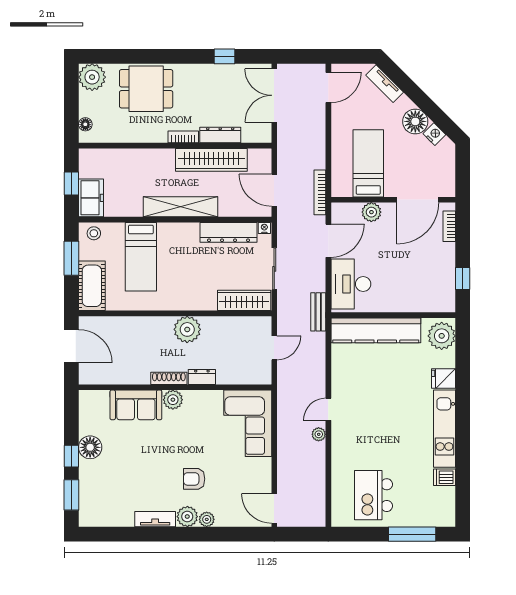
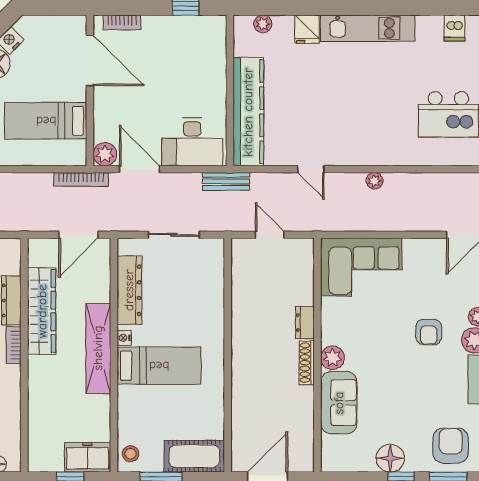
plant: (371, 212) -> (105, 154), moved
nightstand: (264, 228) -> (124, 338), moved
bed: (141, 257) -> (159, 366), moved
wardrobe: (244, 300) -> (212, 271), removed
plant: (187, 329) -> (247, 340), removed
plant: (442, 336) -> (263, 24), width x0.53, depth x0.53
door: (328, 409) -> (311, 169), moved
dishwasher: (445, 477) -> (454, 28), moved
armchair: (101, 497) -> (451, 446), added

